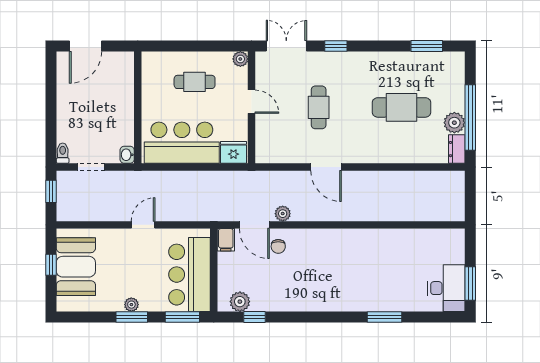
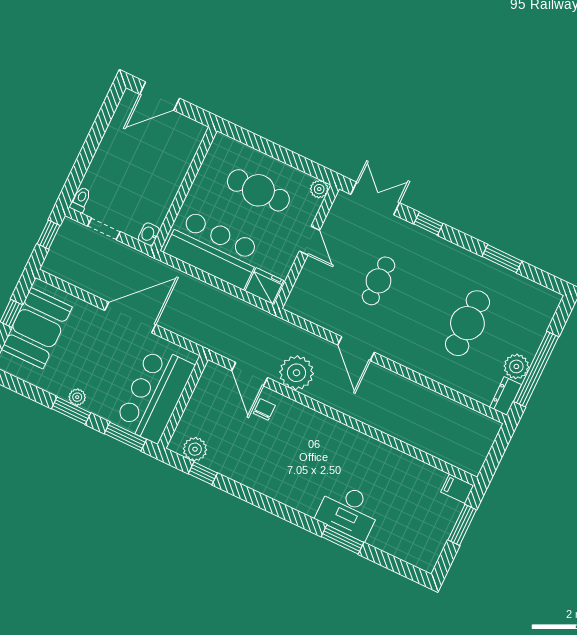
window: (427, 46) -> (502, 259), moved
cafe table: (195, 82) -> (258, 190), width x1.37, depth x1.35
cafe table: (402, 107) -> (467, 323), turned 90
plant: (283, 214) -> (296, 373), width x1.87, depth x1.87
door: (143, 225) -> (130, 318), width x1.88
filing cabinet: (226, 240) -> (457, 489), moved, turned 90
chair: (278, 246) -> (264, 409), turned 180
window: (470, 283) -> (462, 525), moved
desk: (446, 288) -> (349, 511), moved, turned 90

